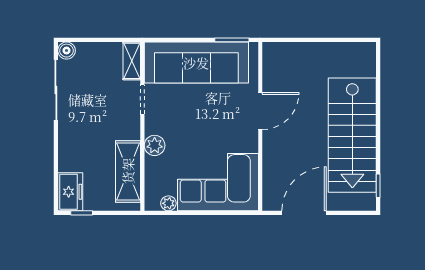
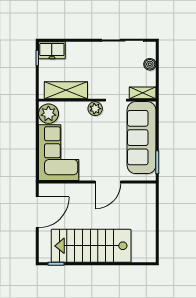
boiler: (67, 51) -> (150, 64), moved
door: (260, 111) -> (108, 182), hinge flipped
plant: (155, 145) -> (95, 109), moved
plant: (168, 203) -> (48, 114), width x1.88, depth x1.88
door: (304, 213) -> (37, 212), hinge flipped

